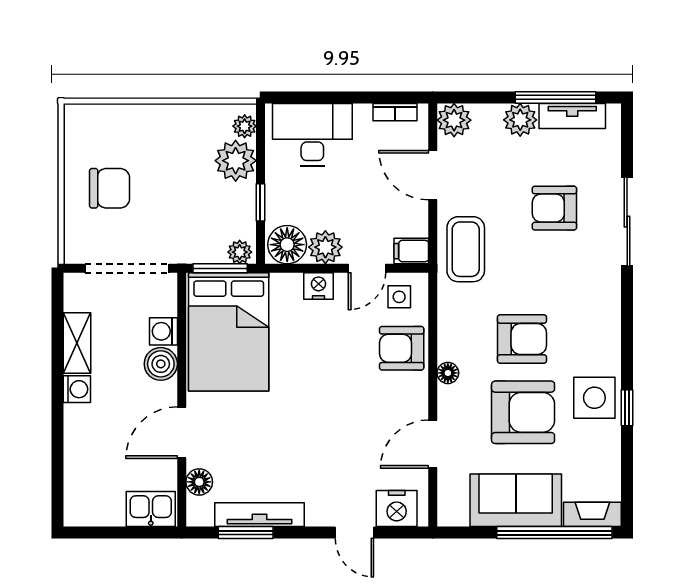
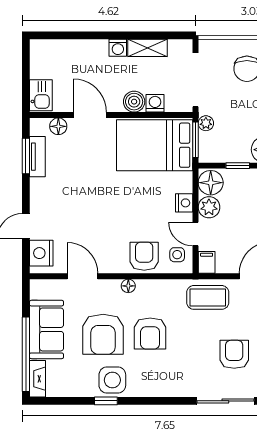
plant: (240, 252) -> (206, 123), moved
tv unit: (259, 515) -> (37, 157), width x0.71

